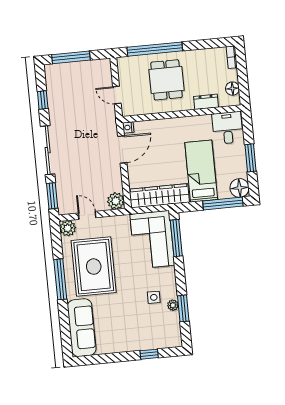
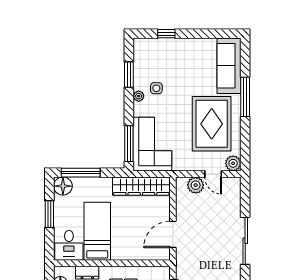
nightstand: (128, 127) -> (165, 255), removed
bed: (201, 171) -> (97, 231), moved, turned 180
window: (52, 196) -> (245, 196), removed
plant: (116, 201) -> (196, 185), moved
window: (60, 279) -> (245, 97), moved
plant: (173, 305) -> (139, 96), moved

